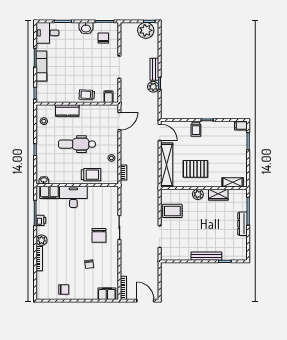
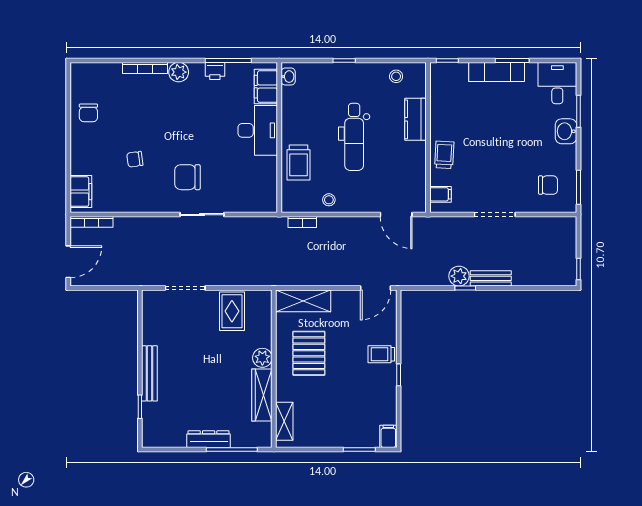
washbasin: (86, 28) -> (566, 131), moved
plant: (146, 30) -> (562, 262), removed
dental chair: (77, 144) -> (354, 137), turned 180
shelving: (167, 165) -> (303, 301), width x0.68
wardrobe: (218, 195) -> (262, 395), width x1.50

